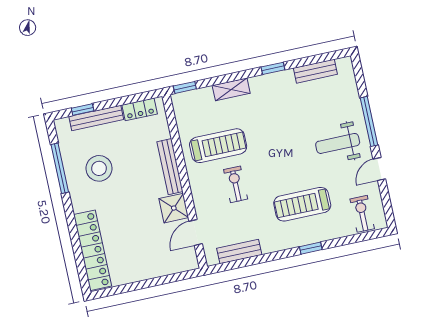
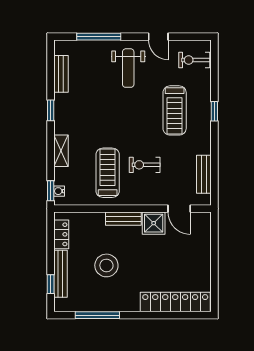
water cooler: (187, 97) -> (59, 191), added
window: (369, 121) -> (99, 37), moved
bench: (170, 167) -> (123, 219), width x0.73
stool: (99, 168) -> (106, 265), moved

